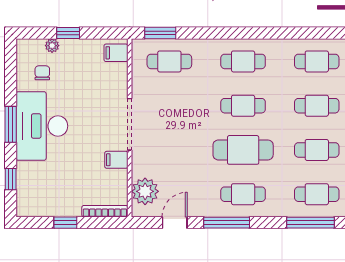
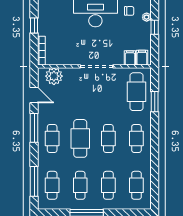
window: (160, 33) -> (155, 102), moved
cafe table: (169, 61) -> (136, 92), width x1.37, depth x1.35
filing cabinet: (116, 160) -> (130, 58), moved

